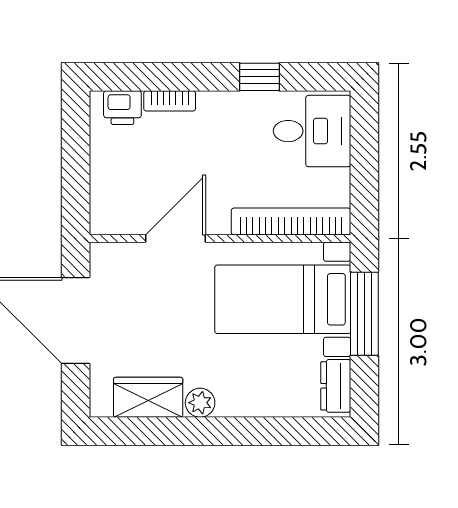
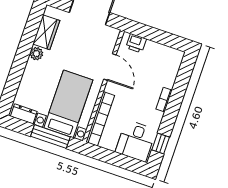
window: (260, 77) -> (161, 143), moved
bookcase: (170, 101) -> (164, 100), moved
printer: (122, 108) -> (136, 43), moved, turned -90

